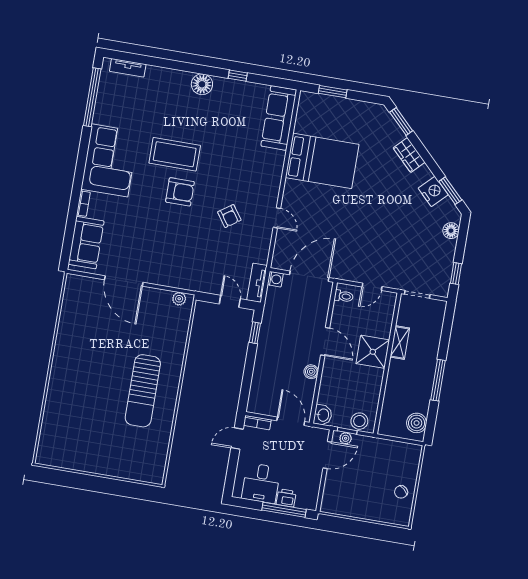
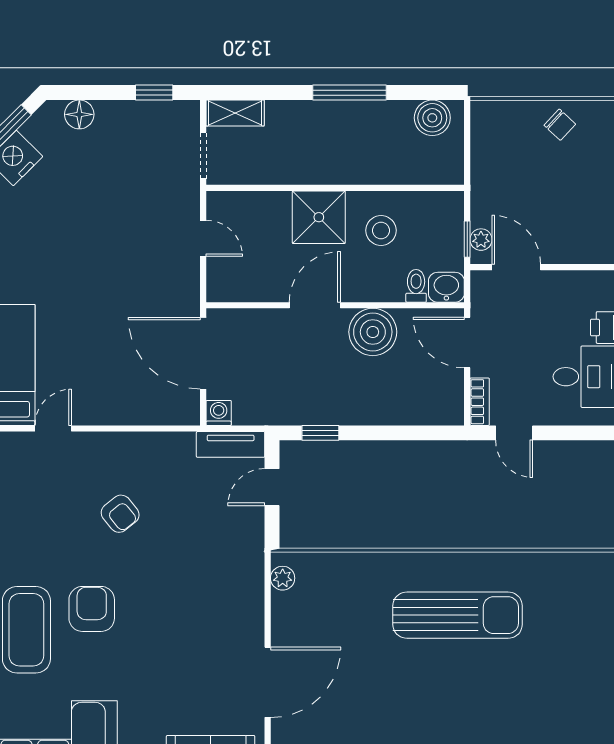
armchair: (229, 216) -> (120, 514), turned 86
door: (277, 218) -> (53, 428), moved
toilet: (344, 296) -> (416, 286), moved
shelving: (400, 343) -> (235, 113), moved
boiler: (311, 372) -> (373, 332), width x1.86, depth x1.86
door: (291, 421) -> (467, 343), hinge flipped
stool: (359, 421) -> (381, 230), moved

